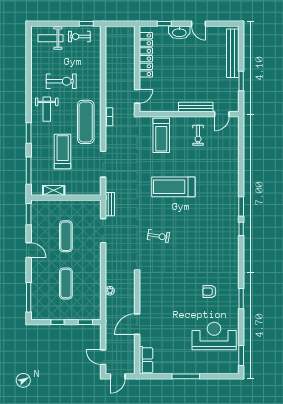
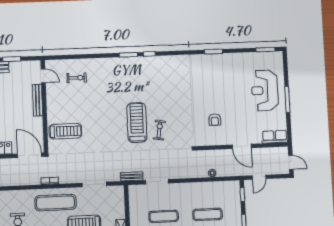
door: (137, 96) -> (30, 155), width x1.88
exercise bike: (198, 135) -> (77, 78), moved
treadmill: (173, 187) -> (137, 123), moved, turned 180
armchair: (209, 292) -> (215, 120), moved
reception desk: (214, 336) -> (265, 90), moved
door: (103, 357) -> (259, 177), moved

